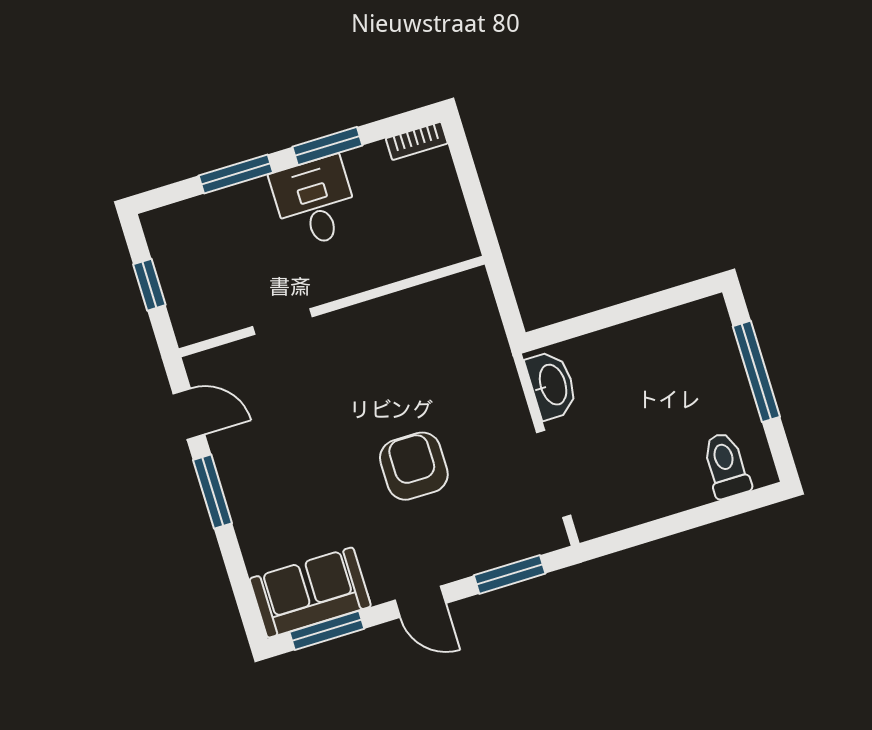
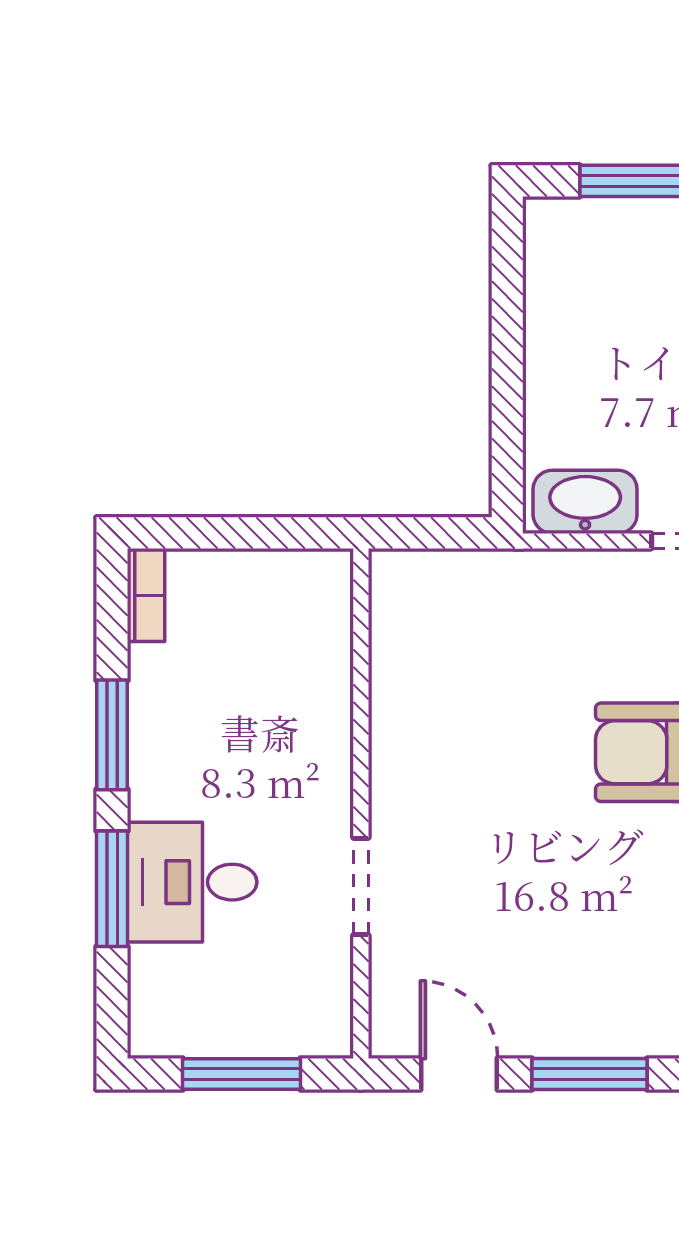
desk: (315, 202) -> (192, 882), moved
window: (149, 285) -> (242, 1074), width x1.50
door: (189, 414) -> (459, 1074), hinge flipped

